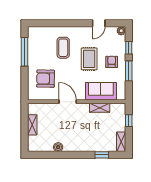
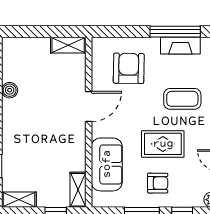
fireplace: (33, 49) -> (180, 46), added
shelving: (100, 108) -> (78, 190), moved
shelving: (32, 125) -> (68, 45), moved

